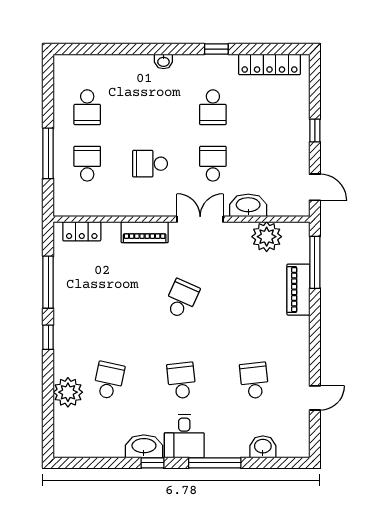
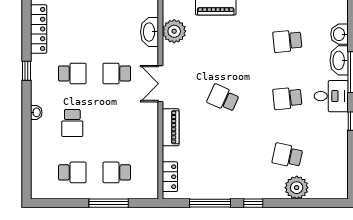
school desk: (150, 164) -> (72, 123), moved
washbasin: (248, 205) -> (150, 32), moved
washbasin: (144, 446) -> (339, 60), moved

